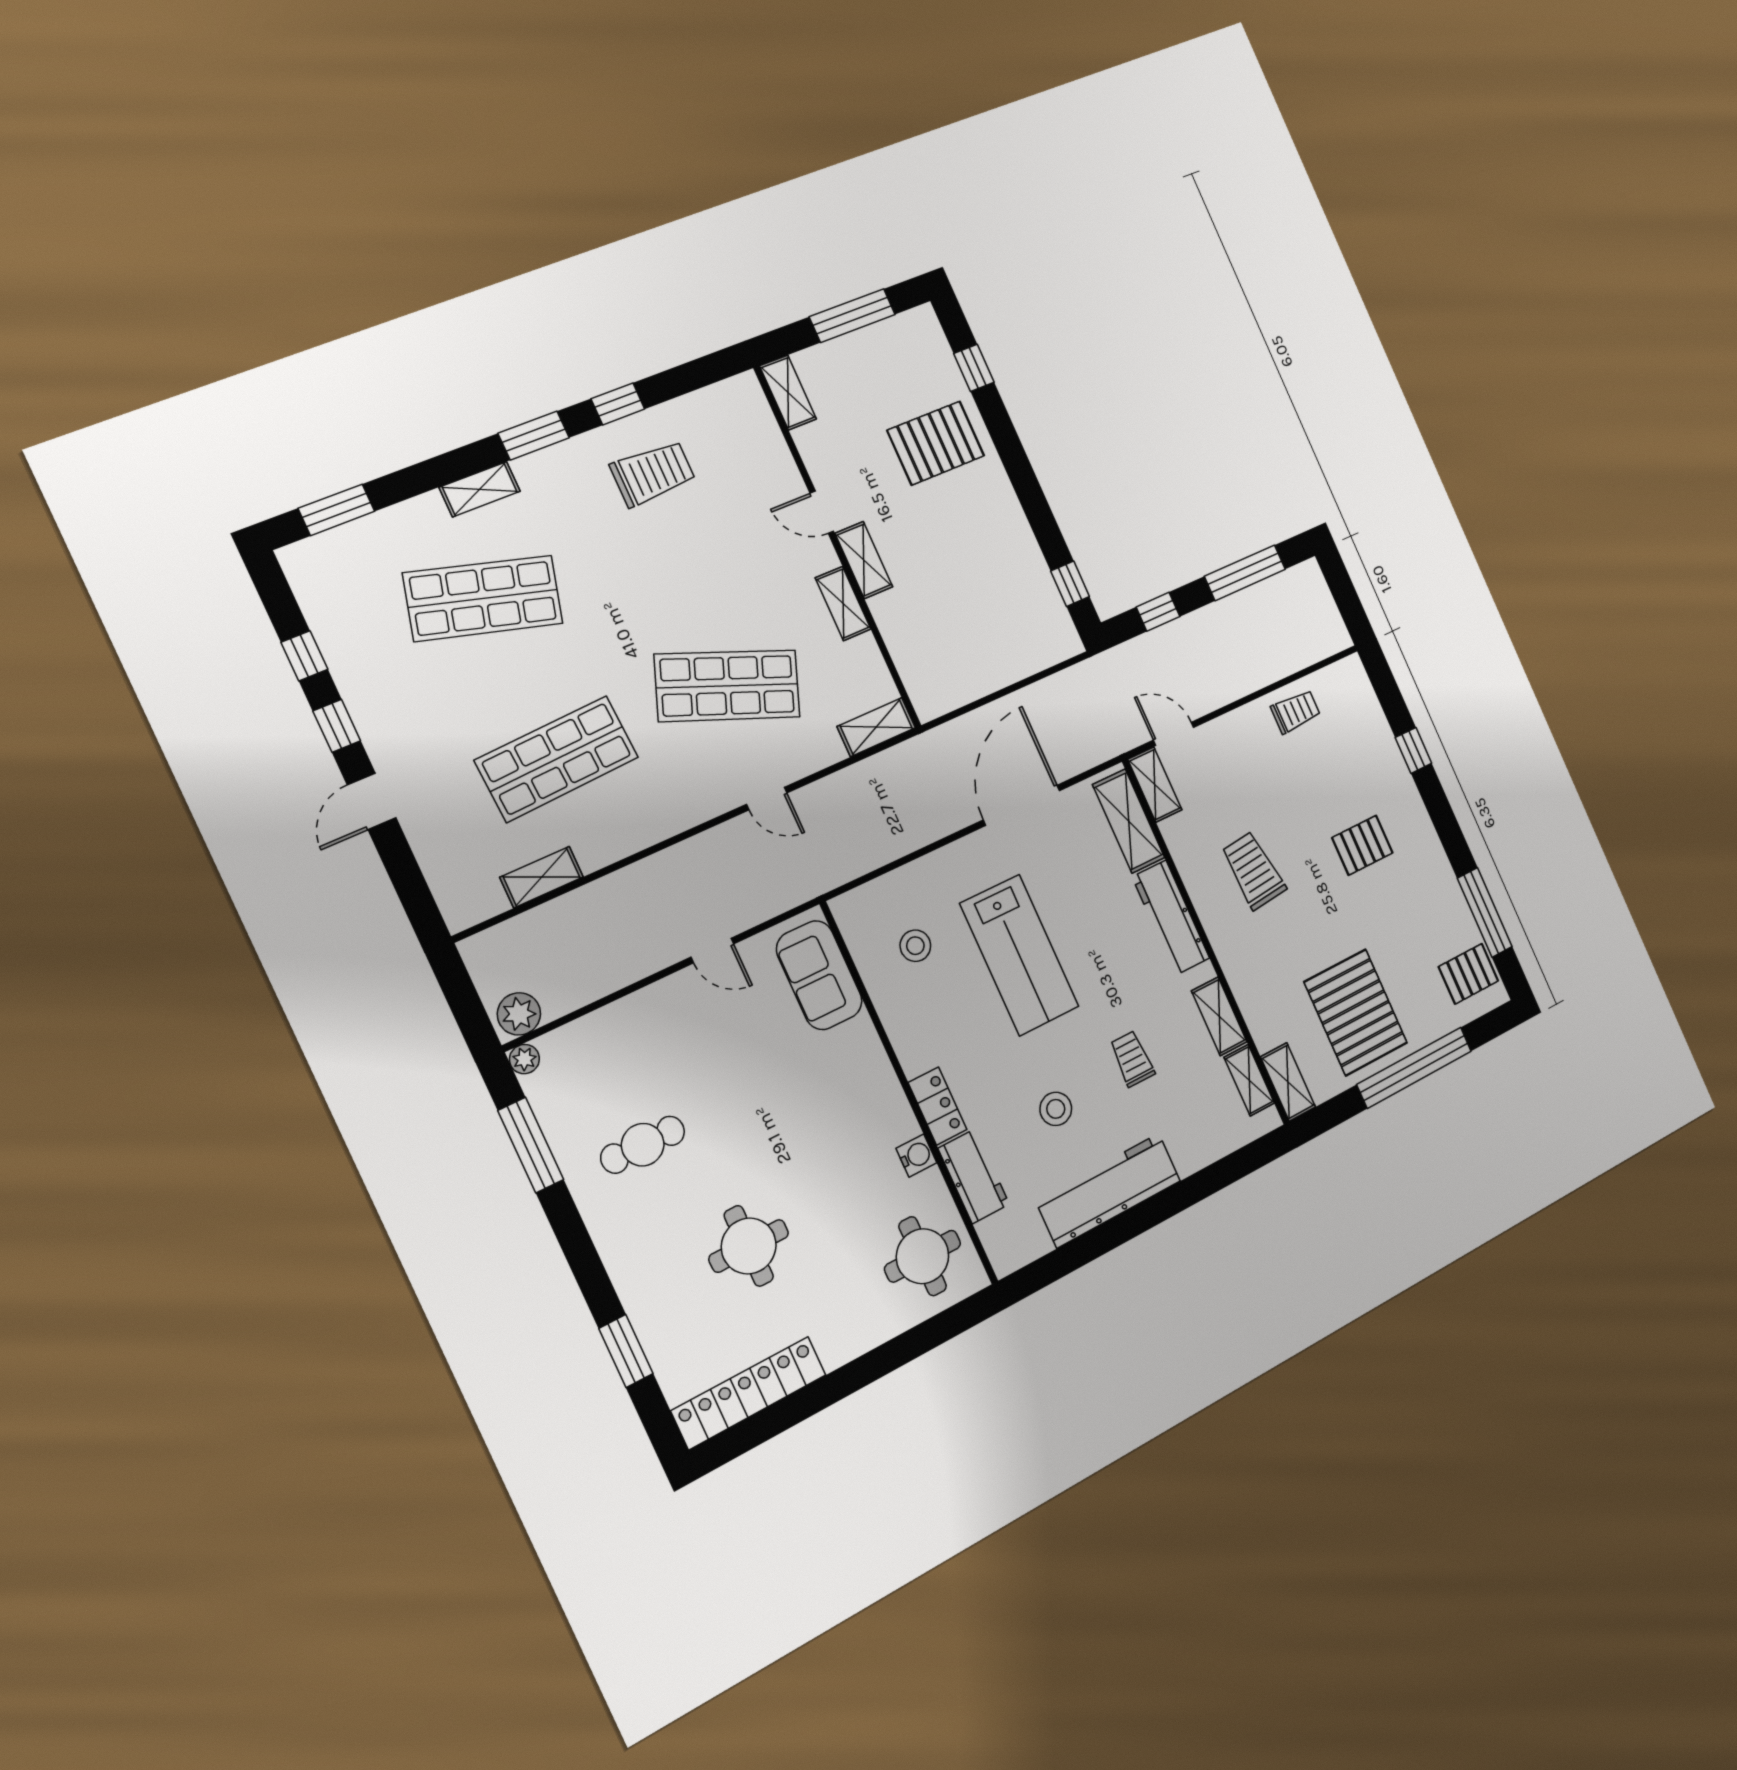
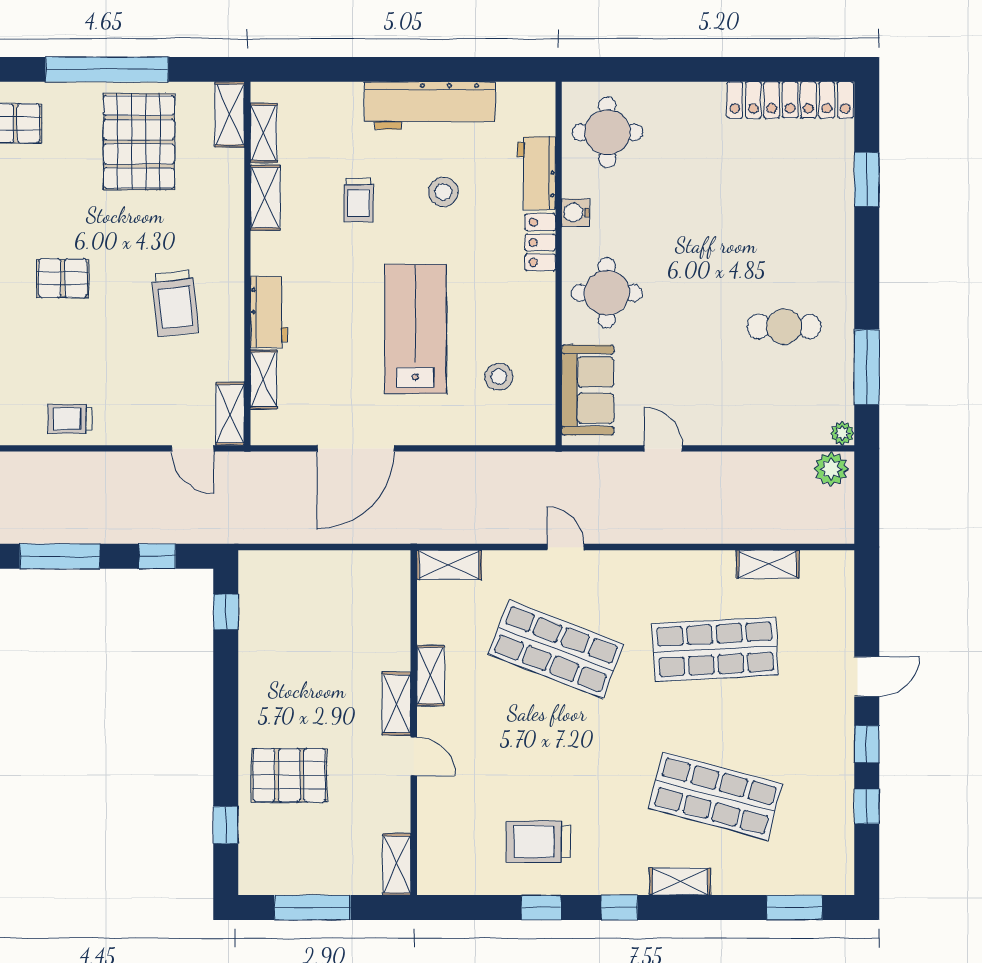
window: (534, 436) -> (619, 908), width x0.67
shelving: (1129, 821) -> (264, 379), width x0.67, depth x0.75
workbench: (1171, 918) -> (269, 312), width x0.73
round table: (749, 1246) -> (607, 293), moved

